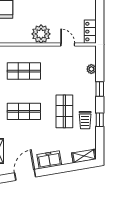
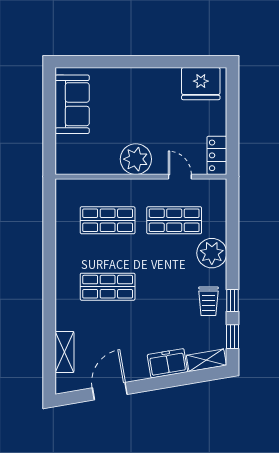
plant: (91, 69) -> (212, 253), moved, width x1.87, depth x1.87
window: (100, 89) -> (232, 337), moved
shop shelf: (64, 111) -> (174, 220), moved, turned 90
freezer: (49, 160) -> (167, 363), moved

